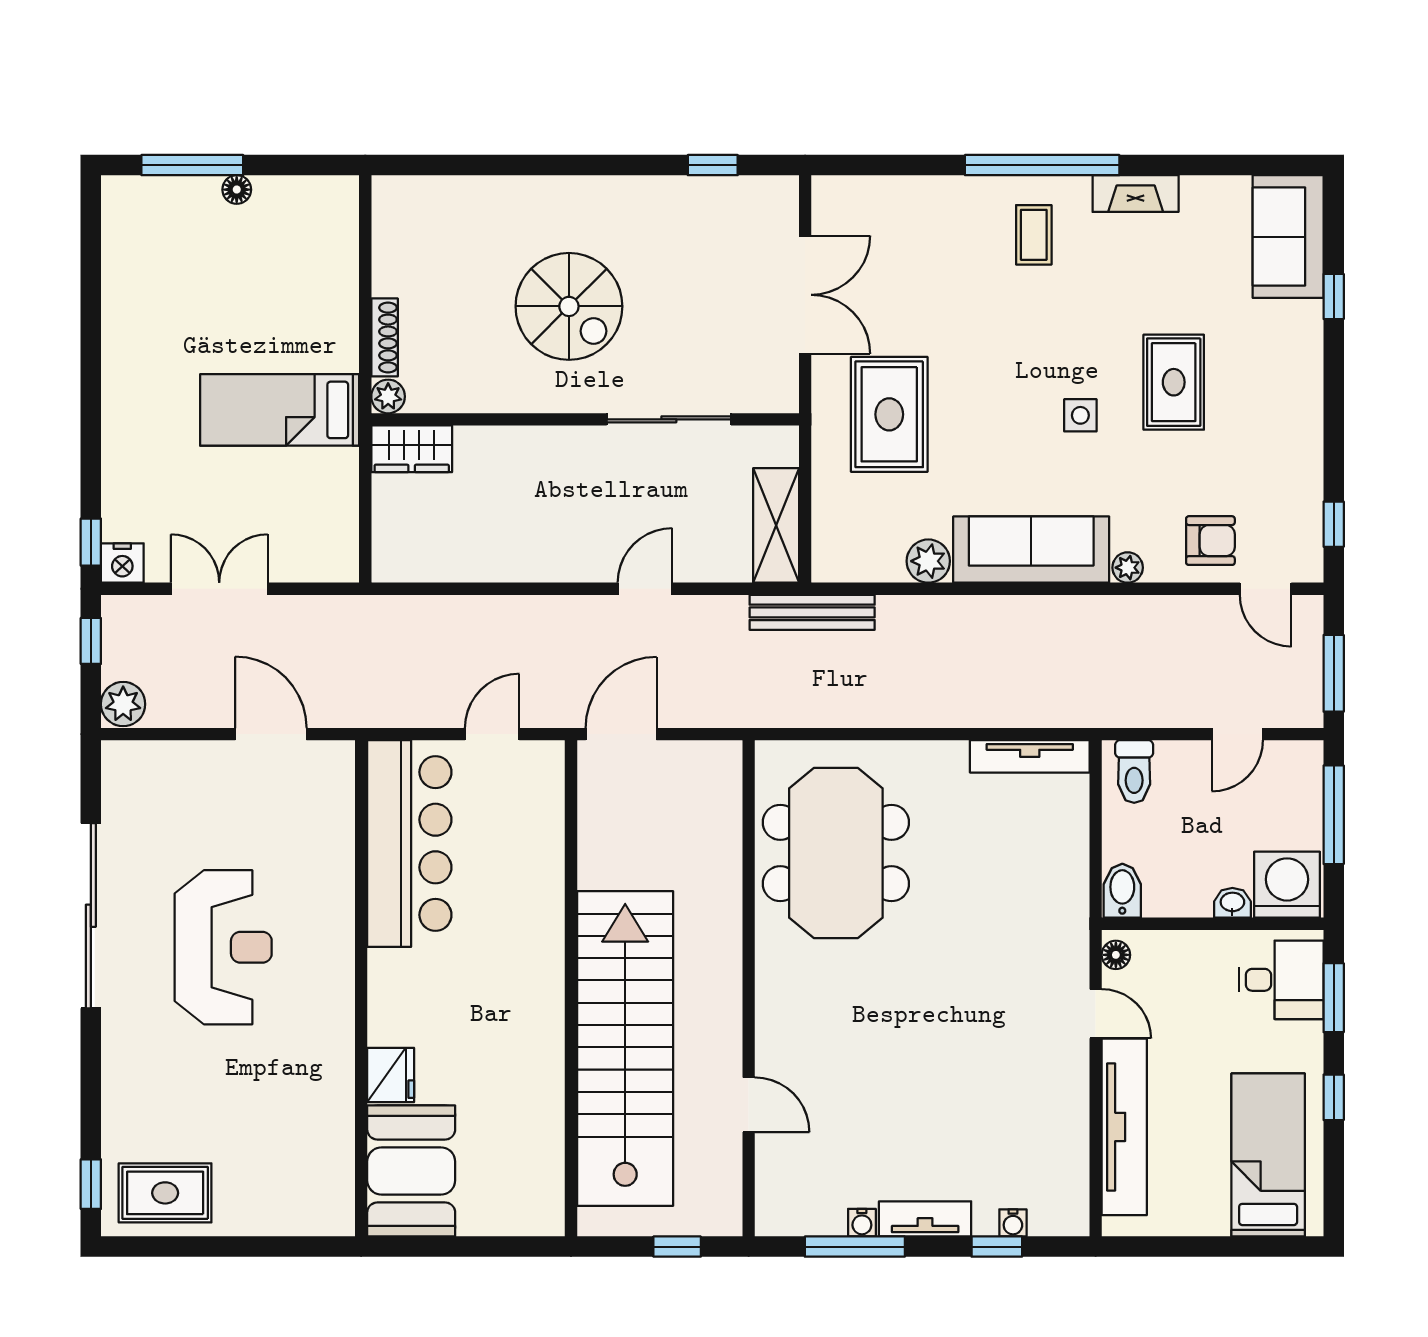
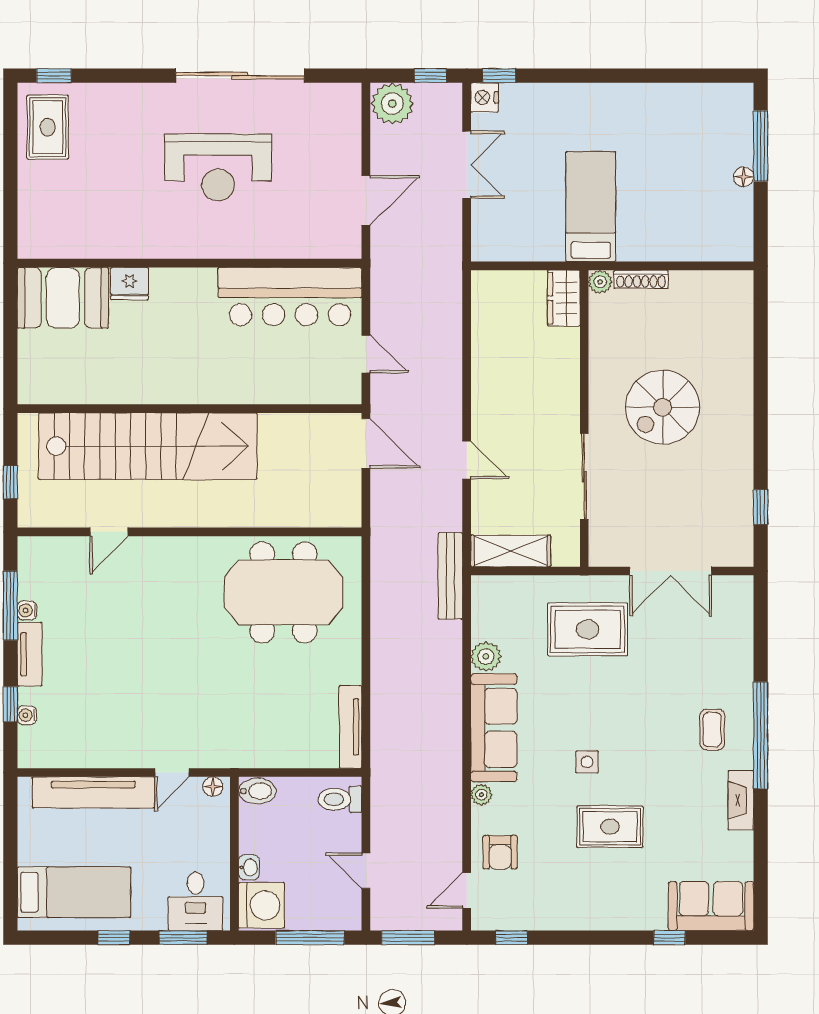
coffee table: (1034, 235) -> (712, 730), turned 90
plant: (123, 704) -> (392, 104), width x1.36, depth x1.36

